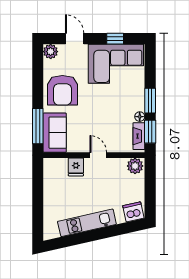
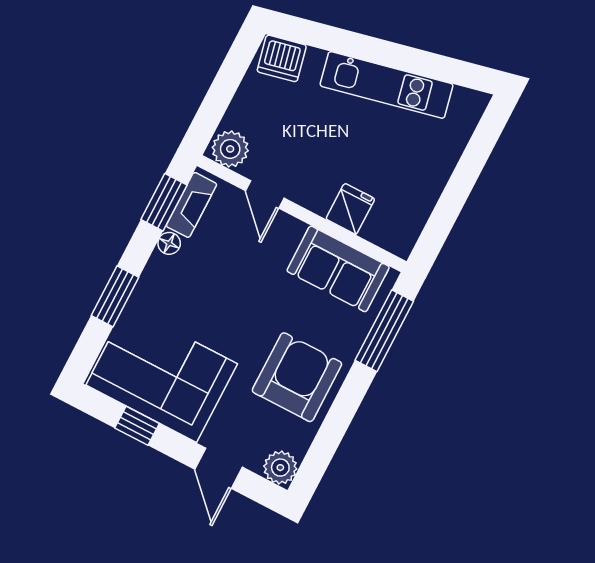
window: (150, 101) -> (115, 296), moved
sofa: (55, 133) -> (338, 269), moved, turned -90
door: (98, 155) -> (265, 194), moved

